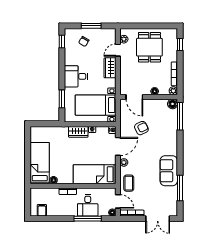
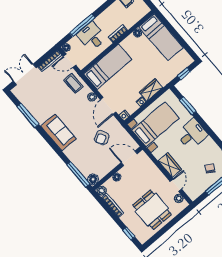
window: (45, 124) -> (184, 74), added
sofa: (169, 171) -> (58, 132), moved

